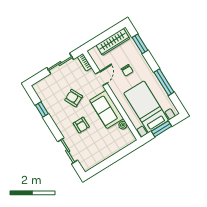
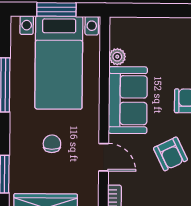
door: (101, 79) -> (104, 157), swing flipped

